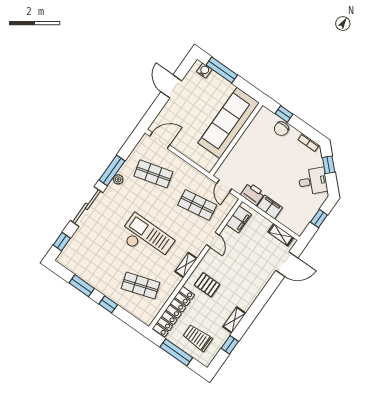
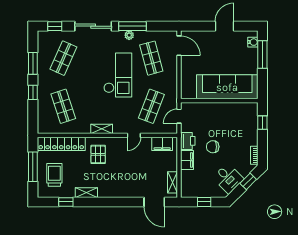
chair: (281, 129) -> (213, 147), moved
shop shelf: (197, 205) -> (151, 106), turned 30
checkout: (146, 239) -> (118, 75), moved
shop shelf: (97, 254) -> (63, 58), added

